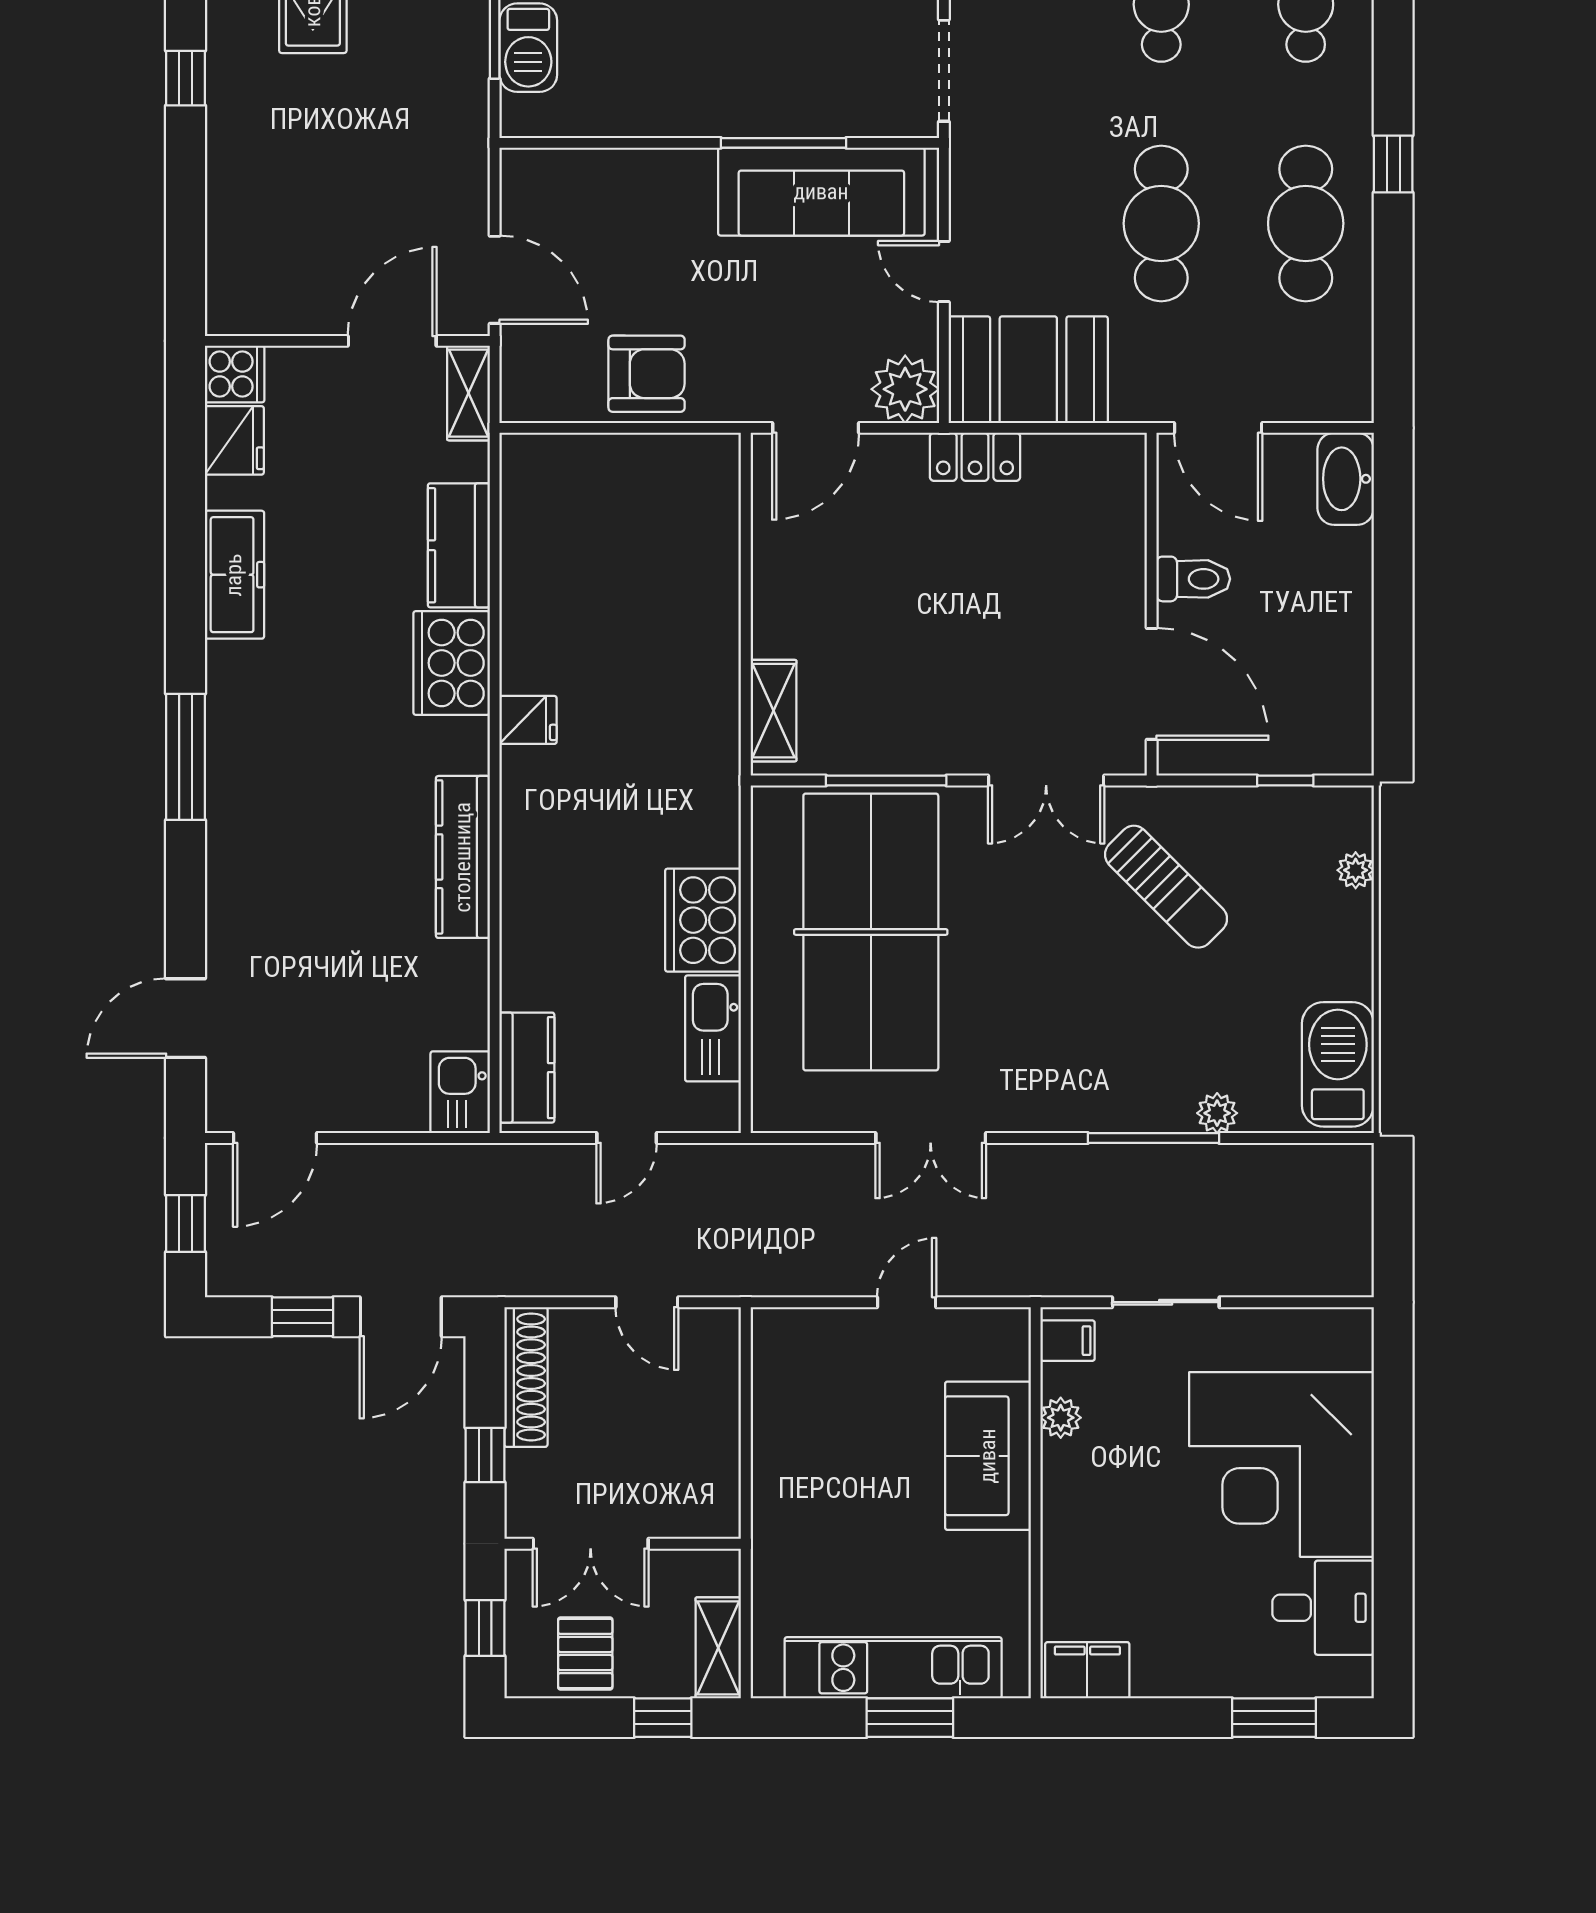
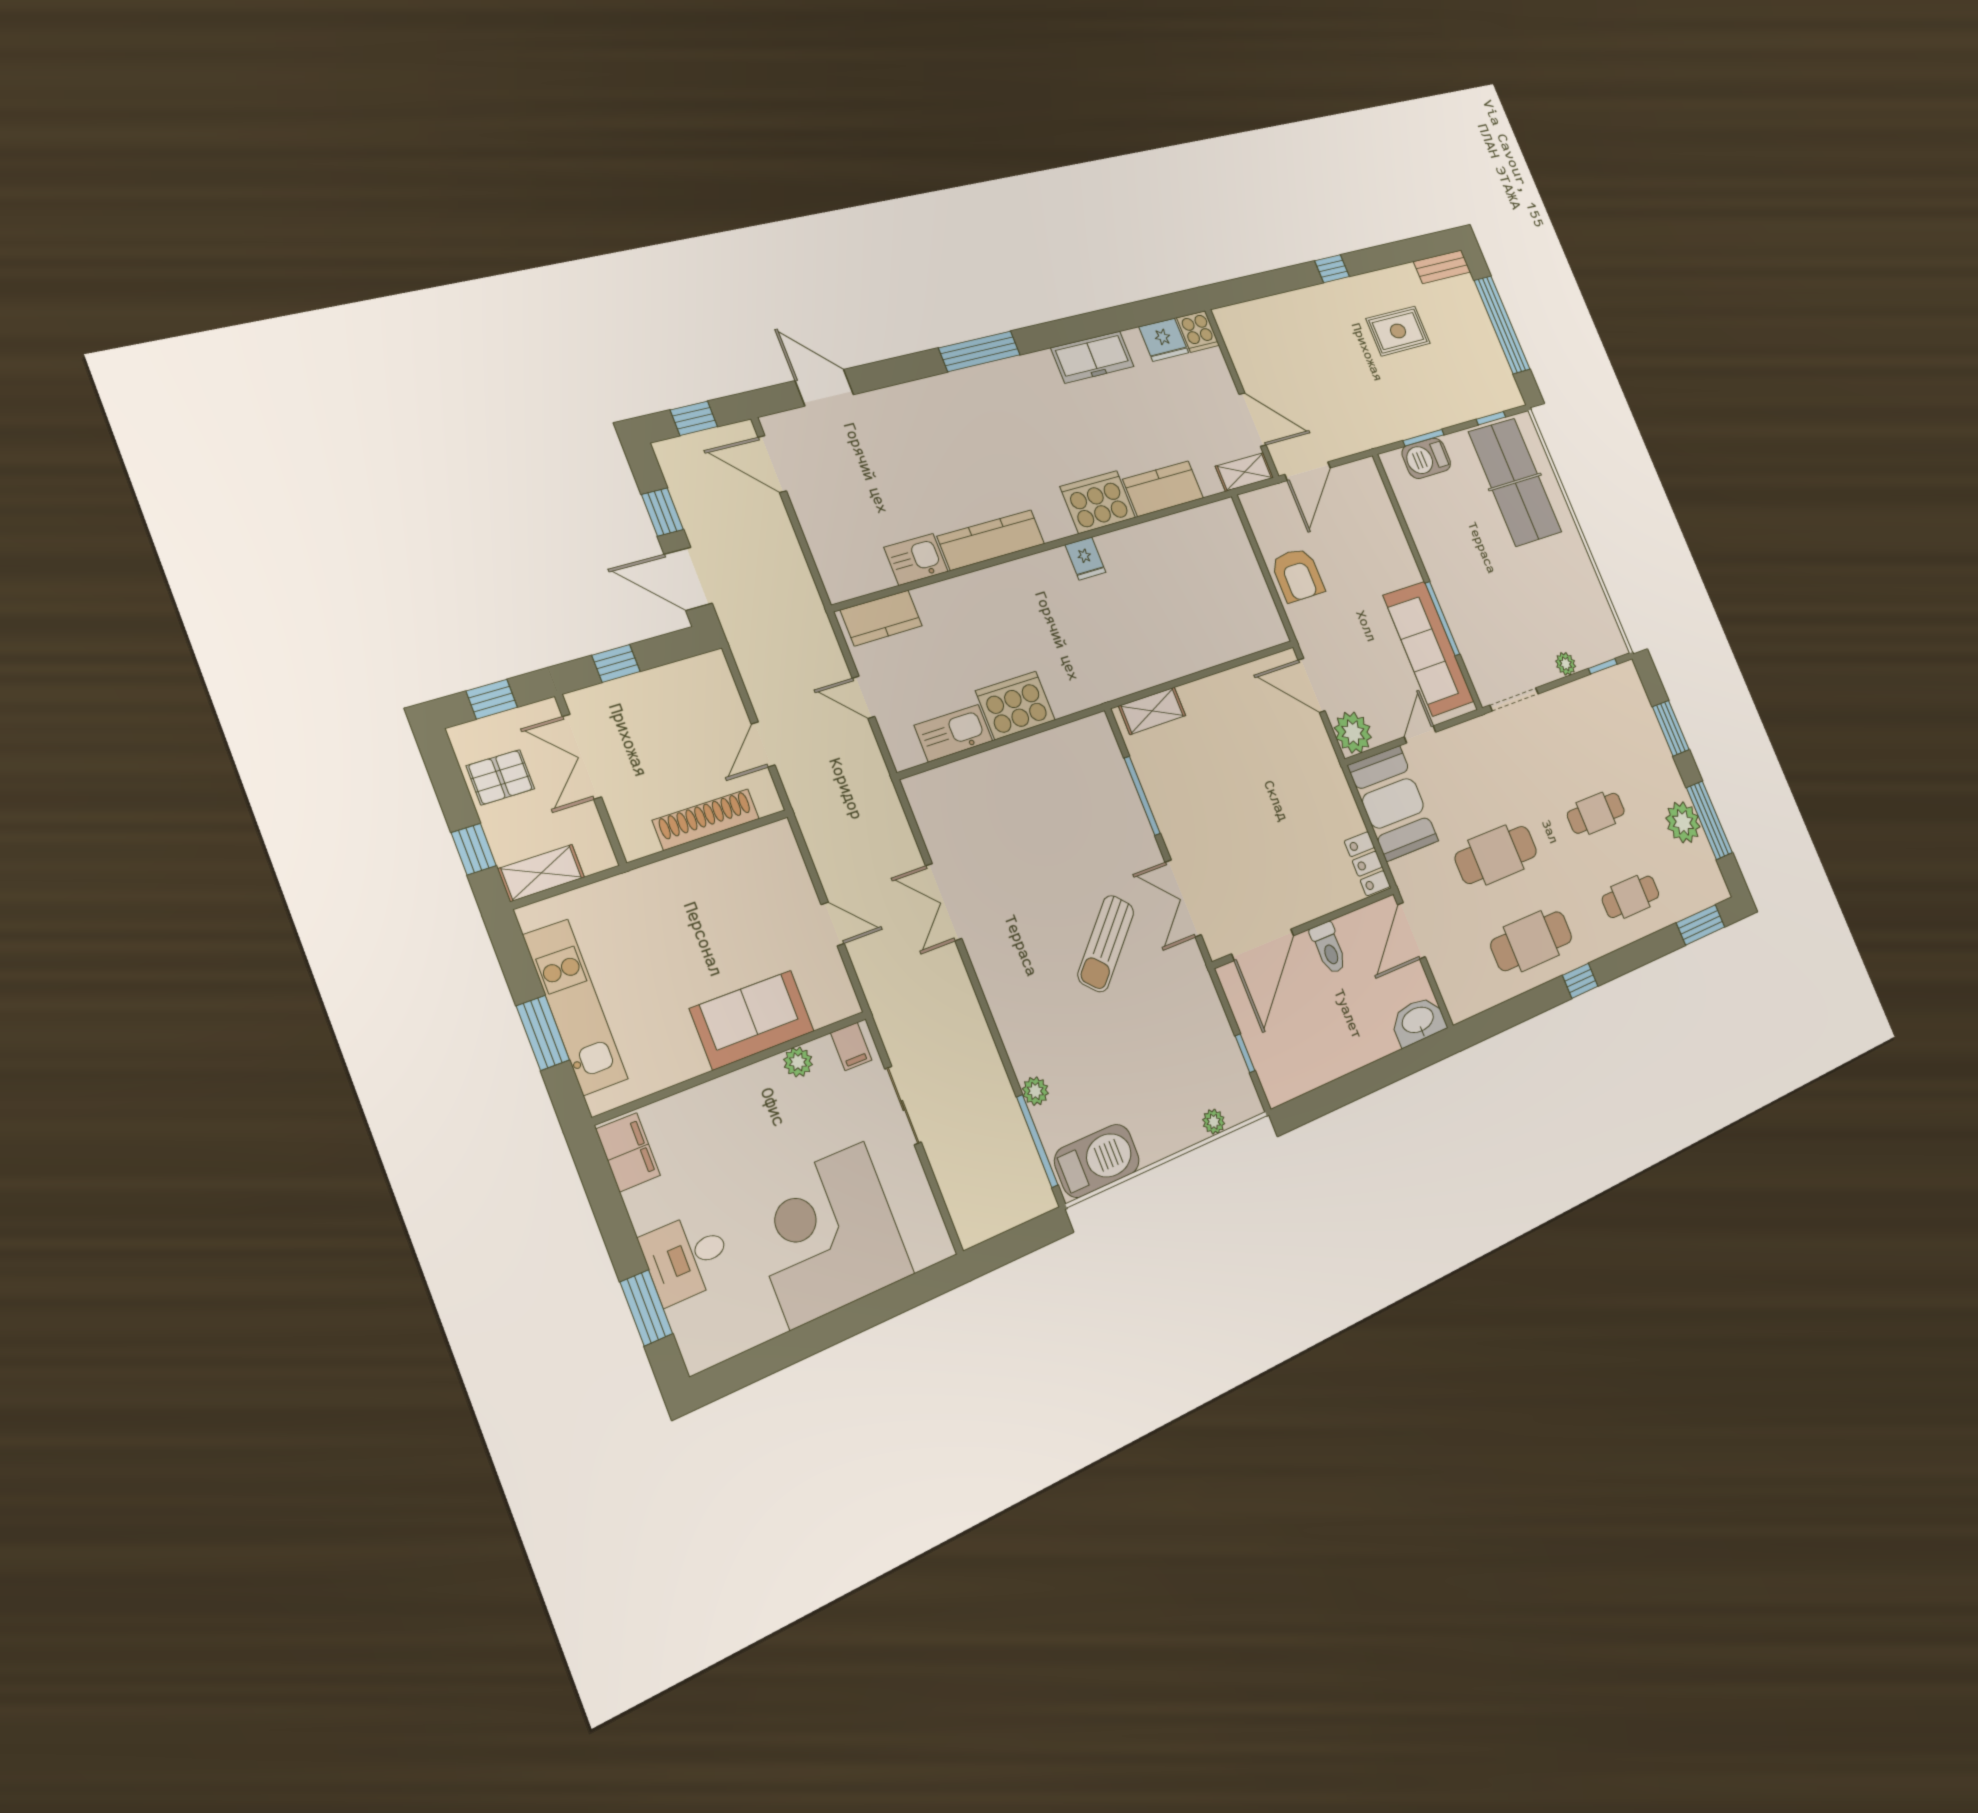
locker: (975, 457) -> (1367, 864), moved
sun lounger: (1166, 887) -> (1106, 943), moved
table tennis table: (871, 932) -> (1052, 817), removed
kitchen sink: (460, 1092) -> (916, 559), moved
window: (1153, 1138) -> (1037, 1141), moved
shoe rack: (526, 1377) -> (706, 820), moved, turned 180
desk: (1323, 1608) -> (687, 1257), moved, turned 90

